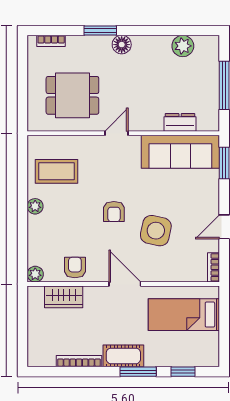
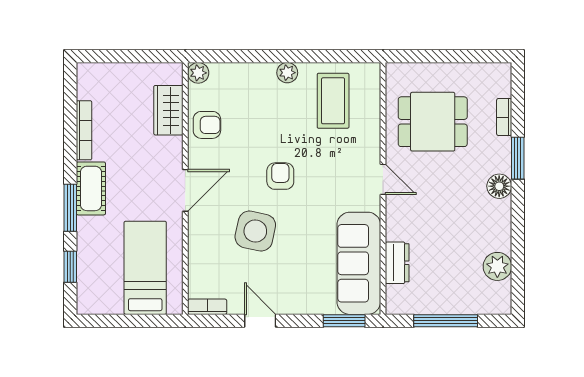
bookcase: (51, 41) -> (504, 117), moved
dining table: (72, 95) -> (433, 122), turned 90
armchair: (114, 212) -> (280, 176), turned 90

